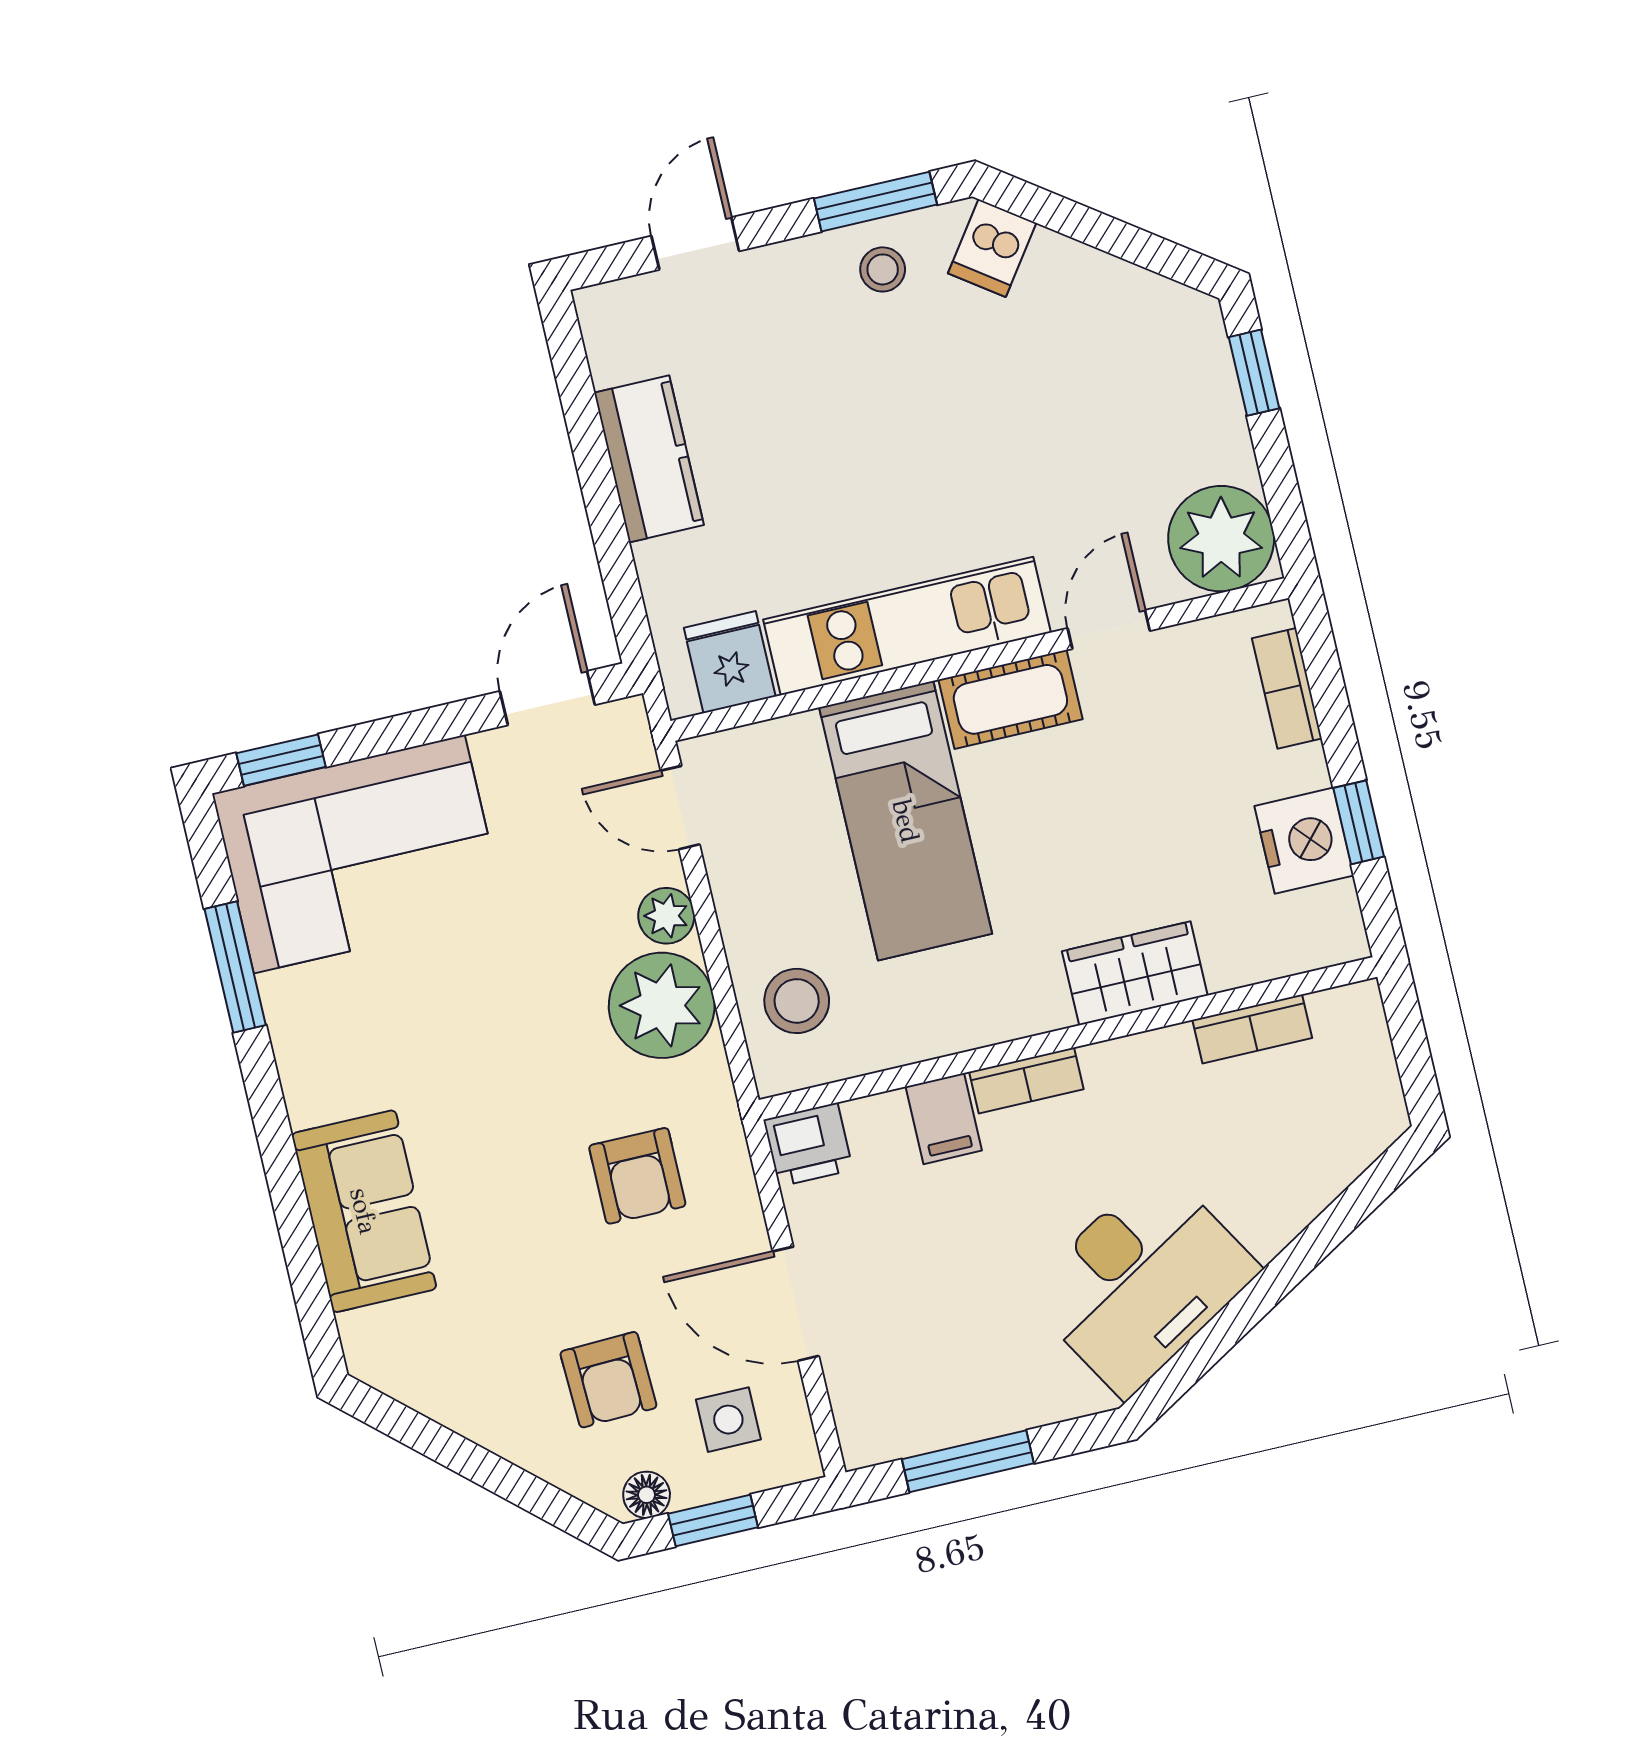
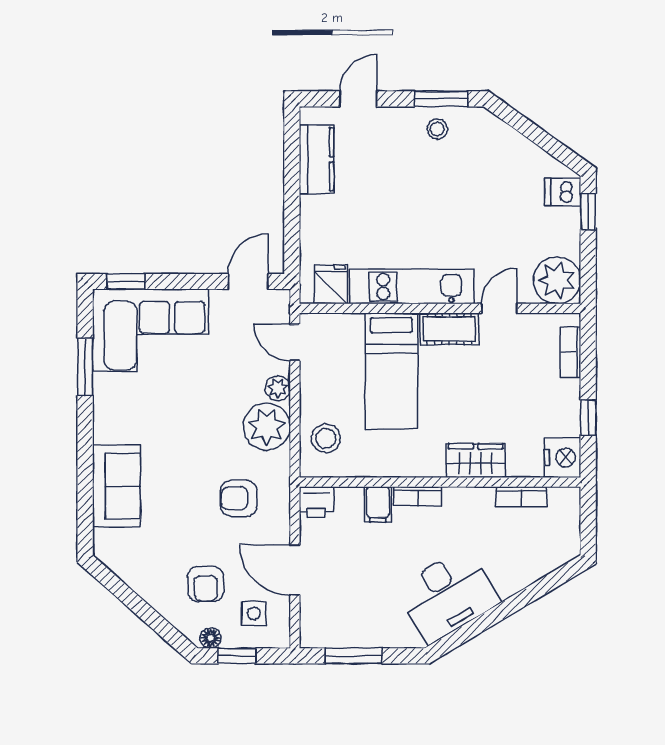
dishwasher: (992, 248) -> (563, 192), moved, turned 54
kitchen counter: (649, 459) -> (316, 159), moved
nightstand: (1304, 841) -> (563, 457), moved
armchair: (637, 1176) -> (239, 498), turned 90

